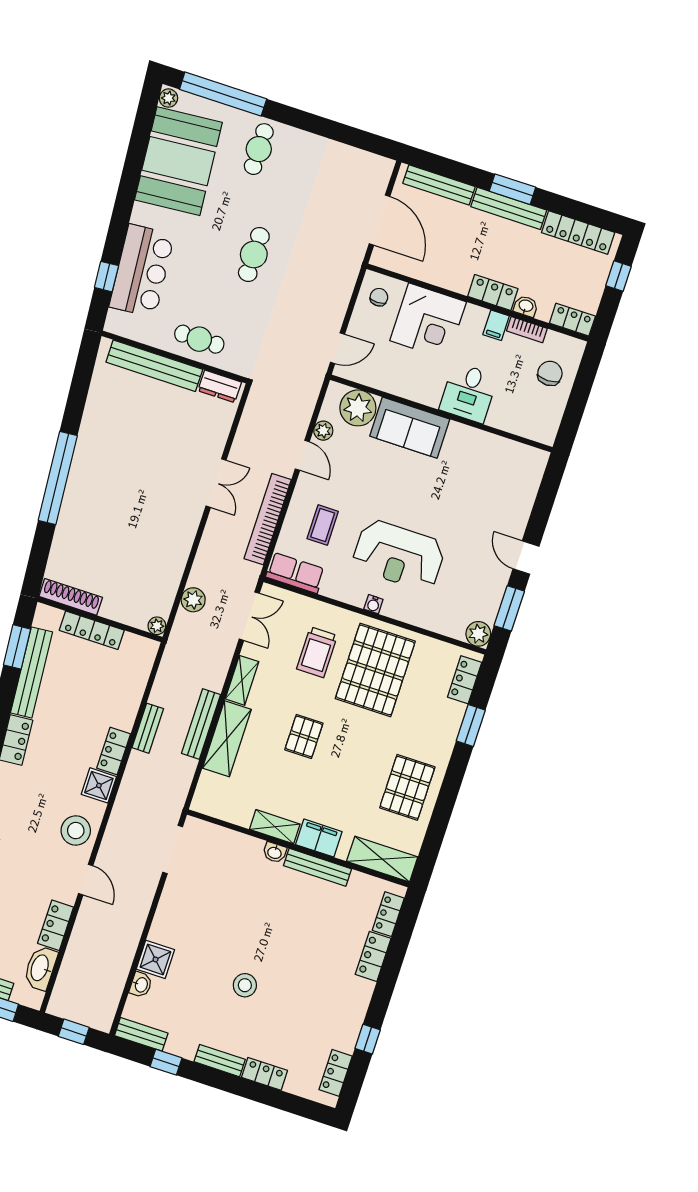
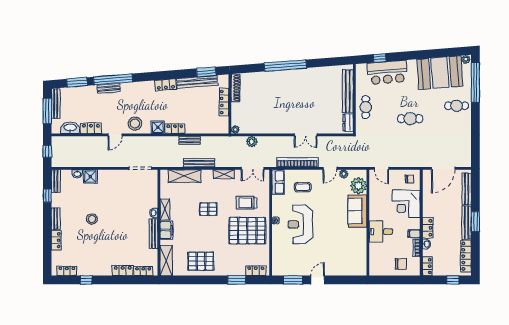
plant: (478, 634) -> (278, 270), removed
shelving: (227, 739) -> (184, 176), moved

